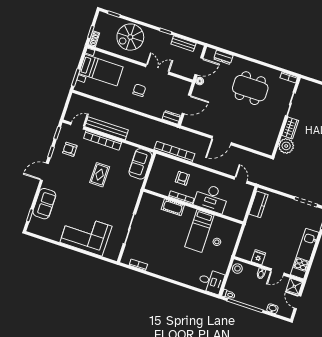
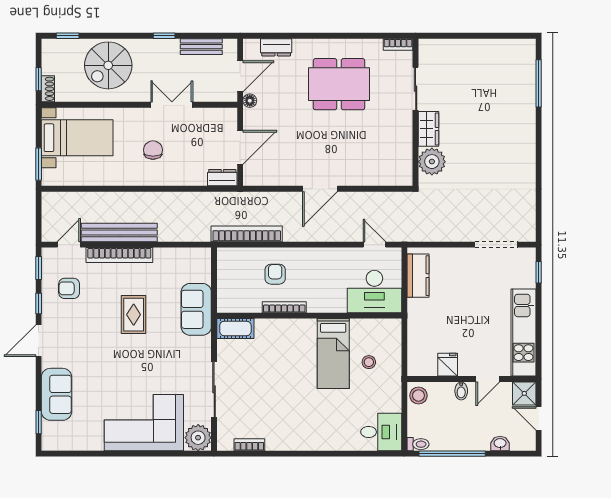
sofa: (140, 164) -> (196, 309), moved
desk: (211, 198) -> (374, 292), moved
cot: (173, 207) -> (235, 328), moved
plant: (112, 252) -> (198, 438), added

